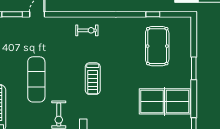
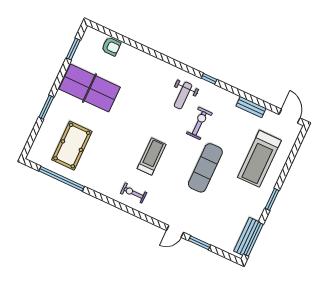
window: (153, 14) -> (62, 179), width x3.17
treadmill: (93, 79) -> (152, 156), moved

